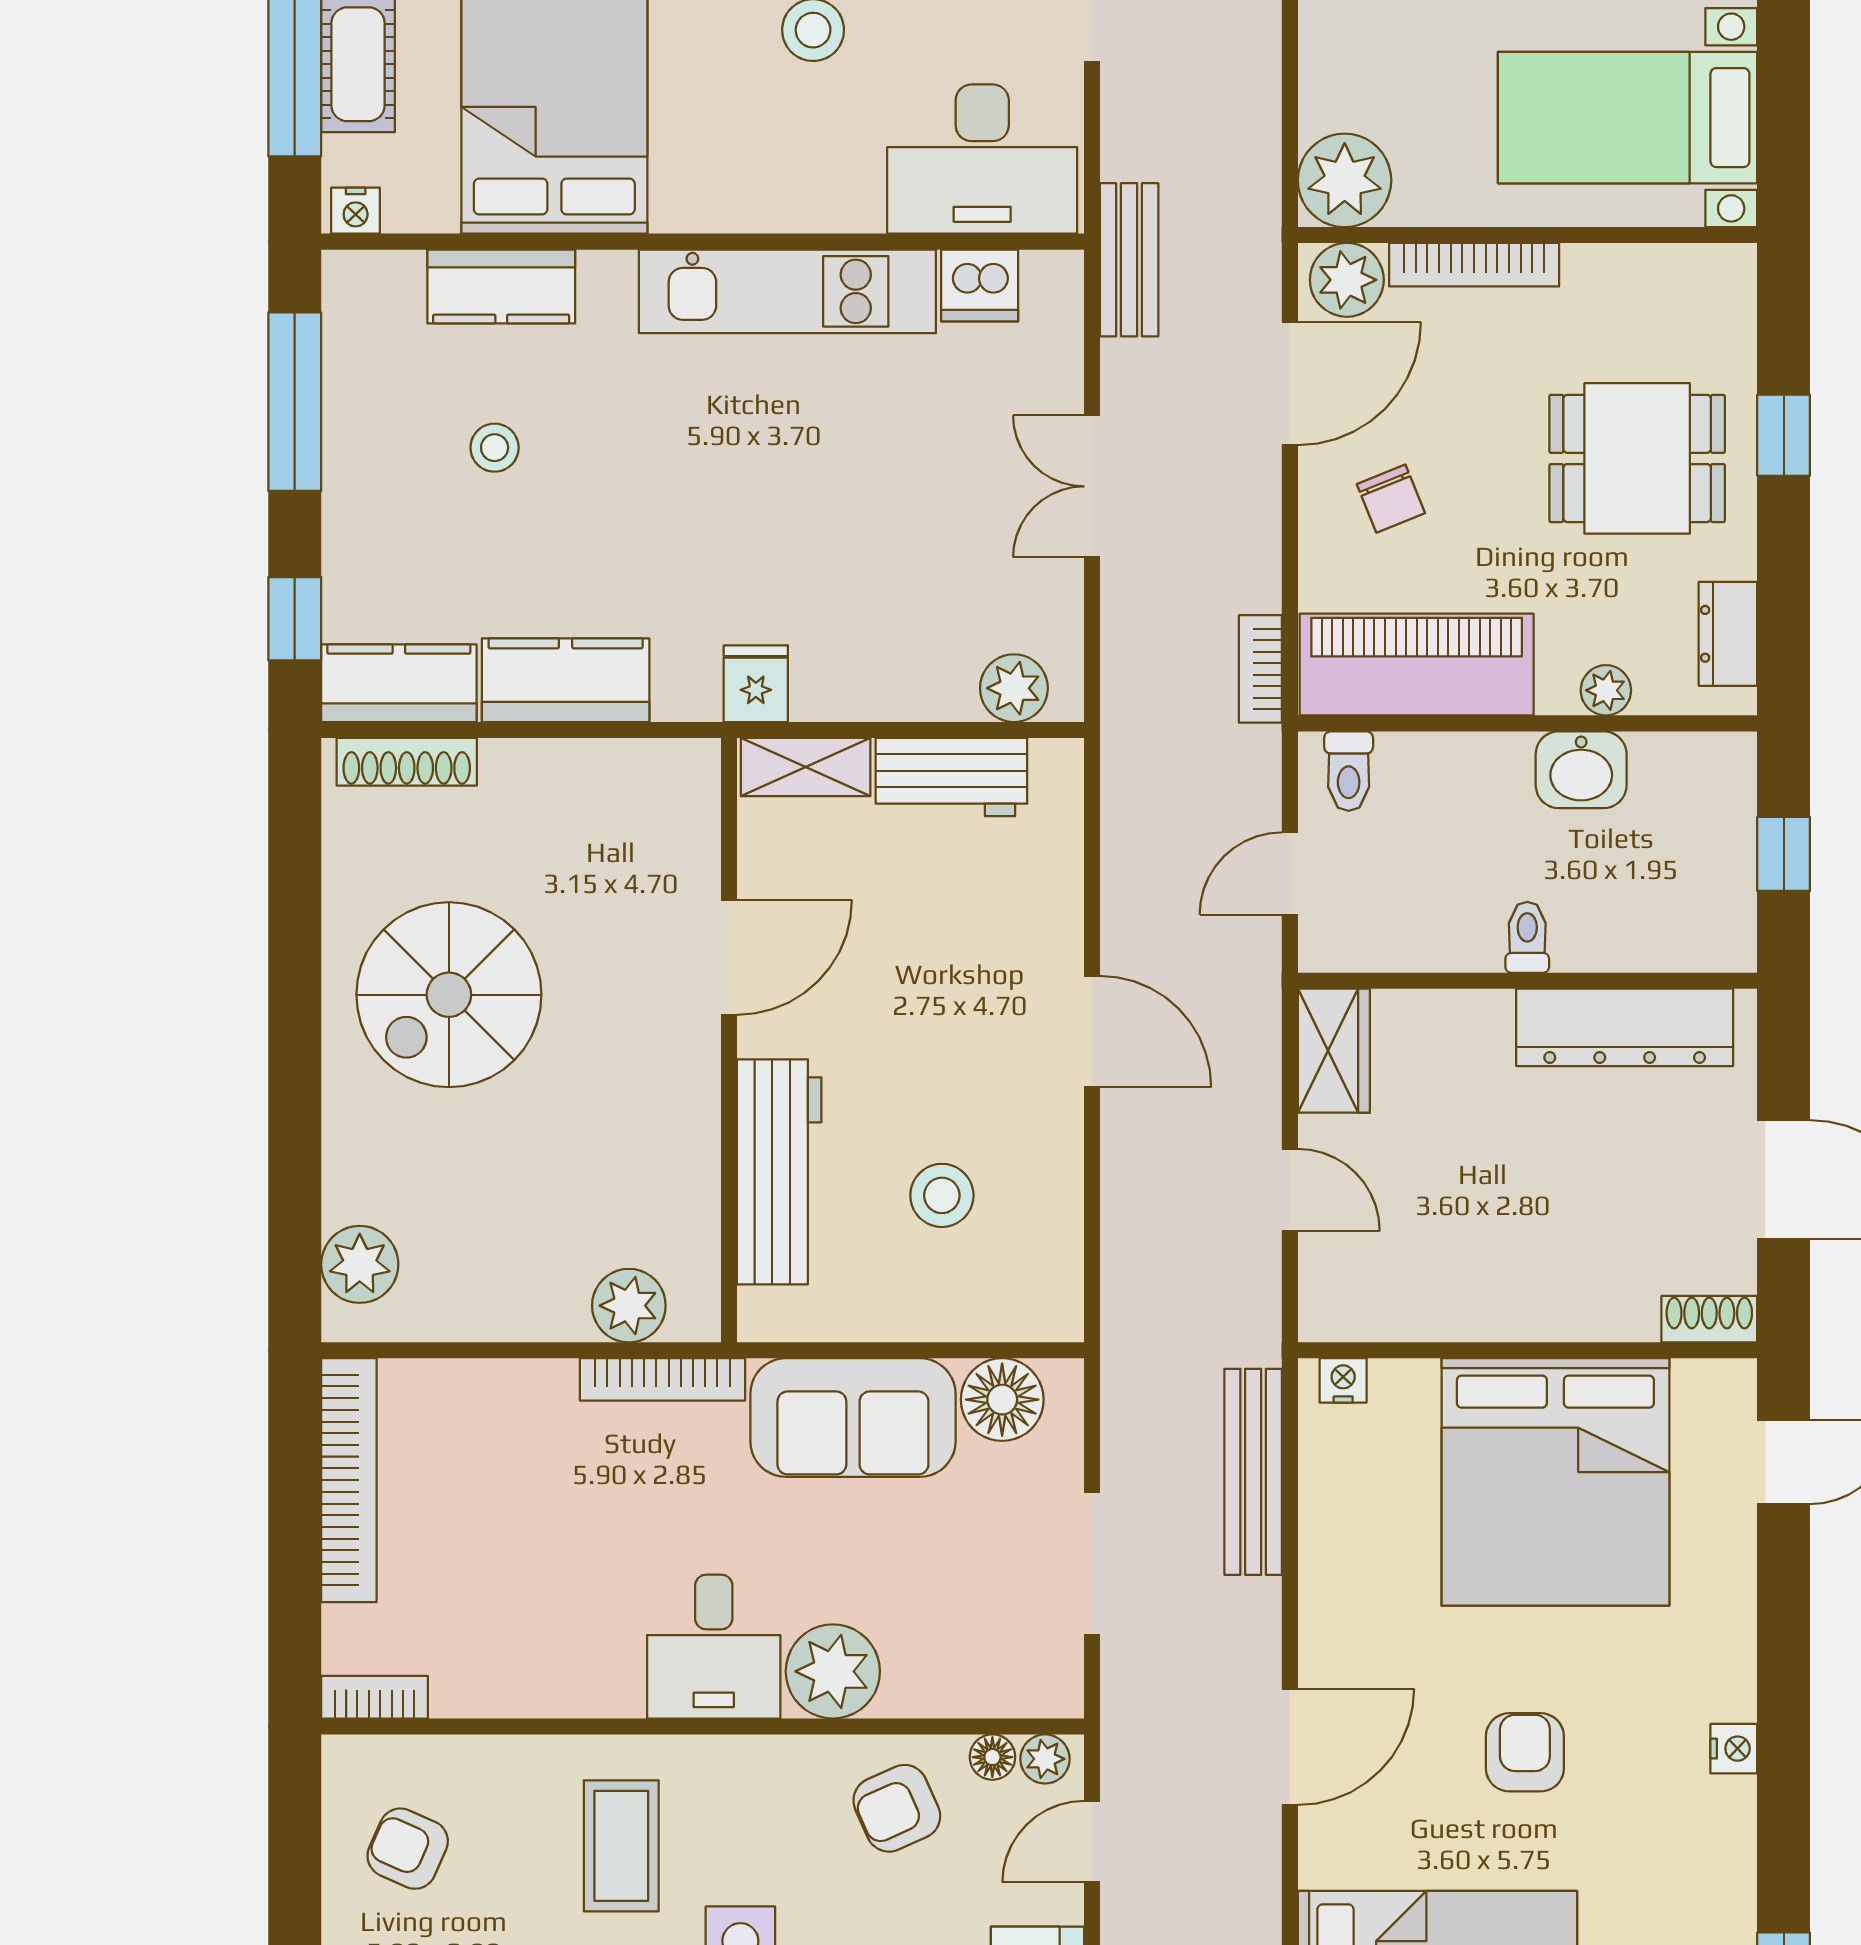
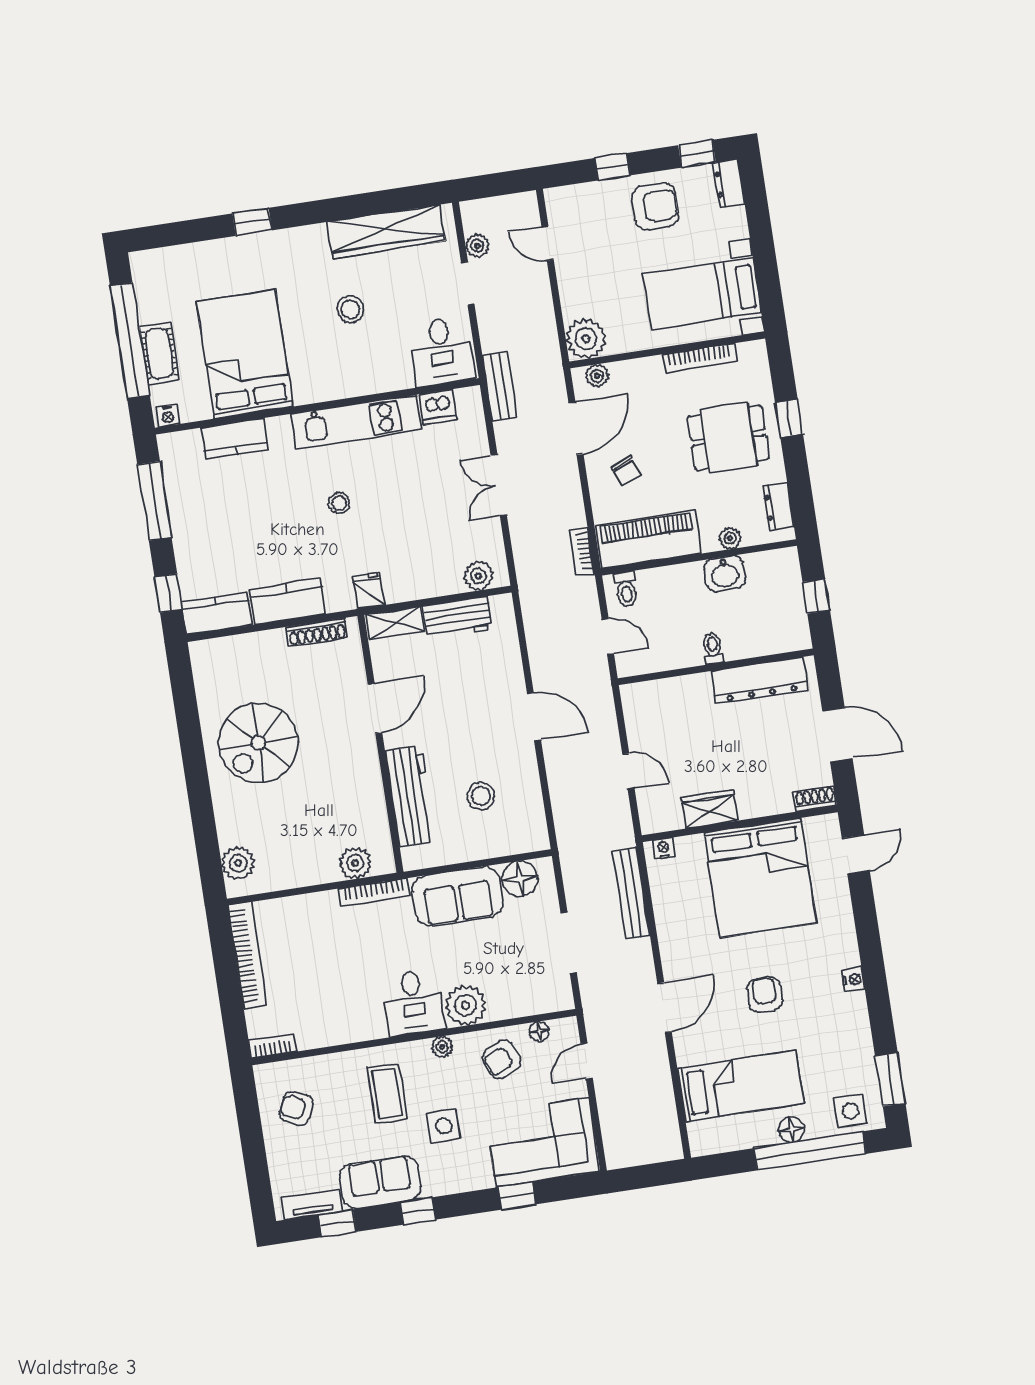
desk: (982, 159) -> (442, 351), width x0.73
bookcase: (1474, 265) -> (700, 358), moved
plant: (1347, 280) -> (597, 376), width x0.73, depth x0.73
stool: (495, 448) -> (339, 503), moved
shoe rack: (407, 762) -> (317, 633), moved
door: (1290, 873) -> (608, 637), swing flipped
wardrobe: (1334, 1051) -> (709, 809), moved, turned -90
plant: (1045, 1759) -> (442, 1047), moved

